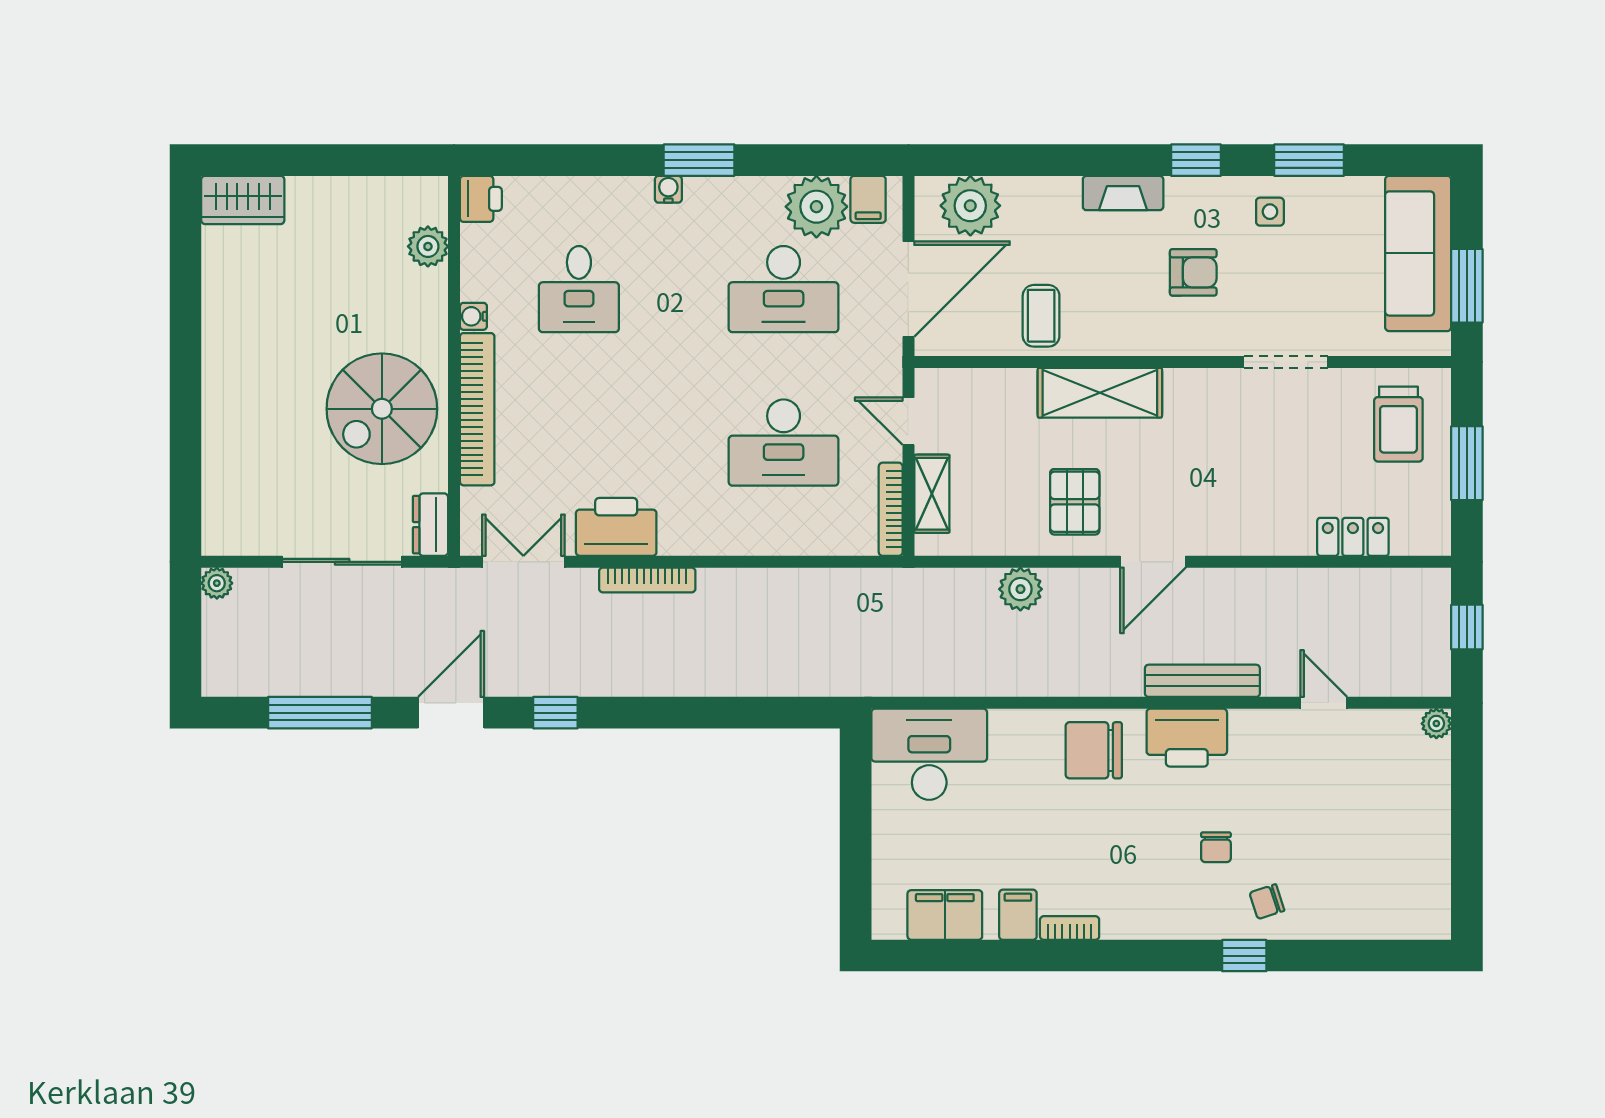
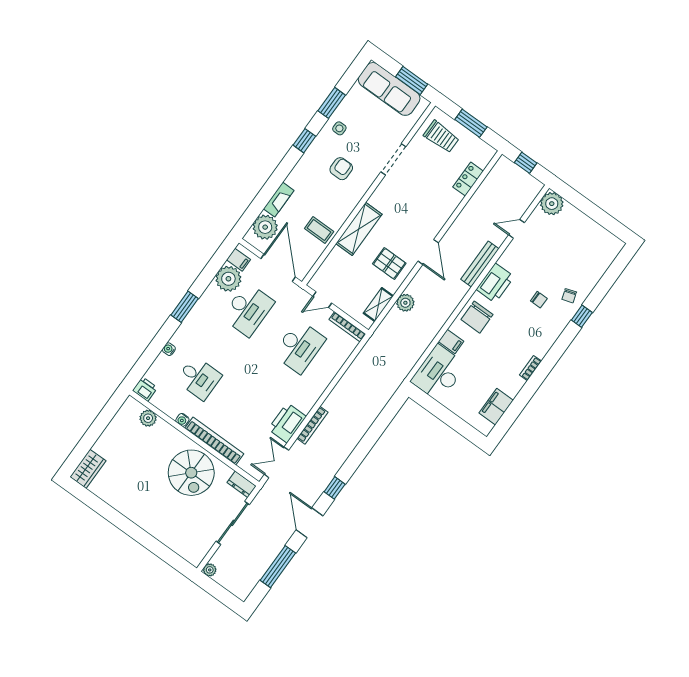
water cooler: (668, 189) -> (169, 349), moved
fireplace: (1123, 193) -> (279, 200), moved
shelving: (932, 494) -> (378, 305), moved, turned 90
plant: (1436, 724) -> (552, 204), width x1.87, depth x1.87
filing cabinet: (1018, 915) -> (451, 341), moved, turned 180

